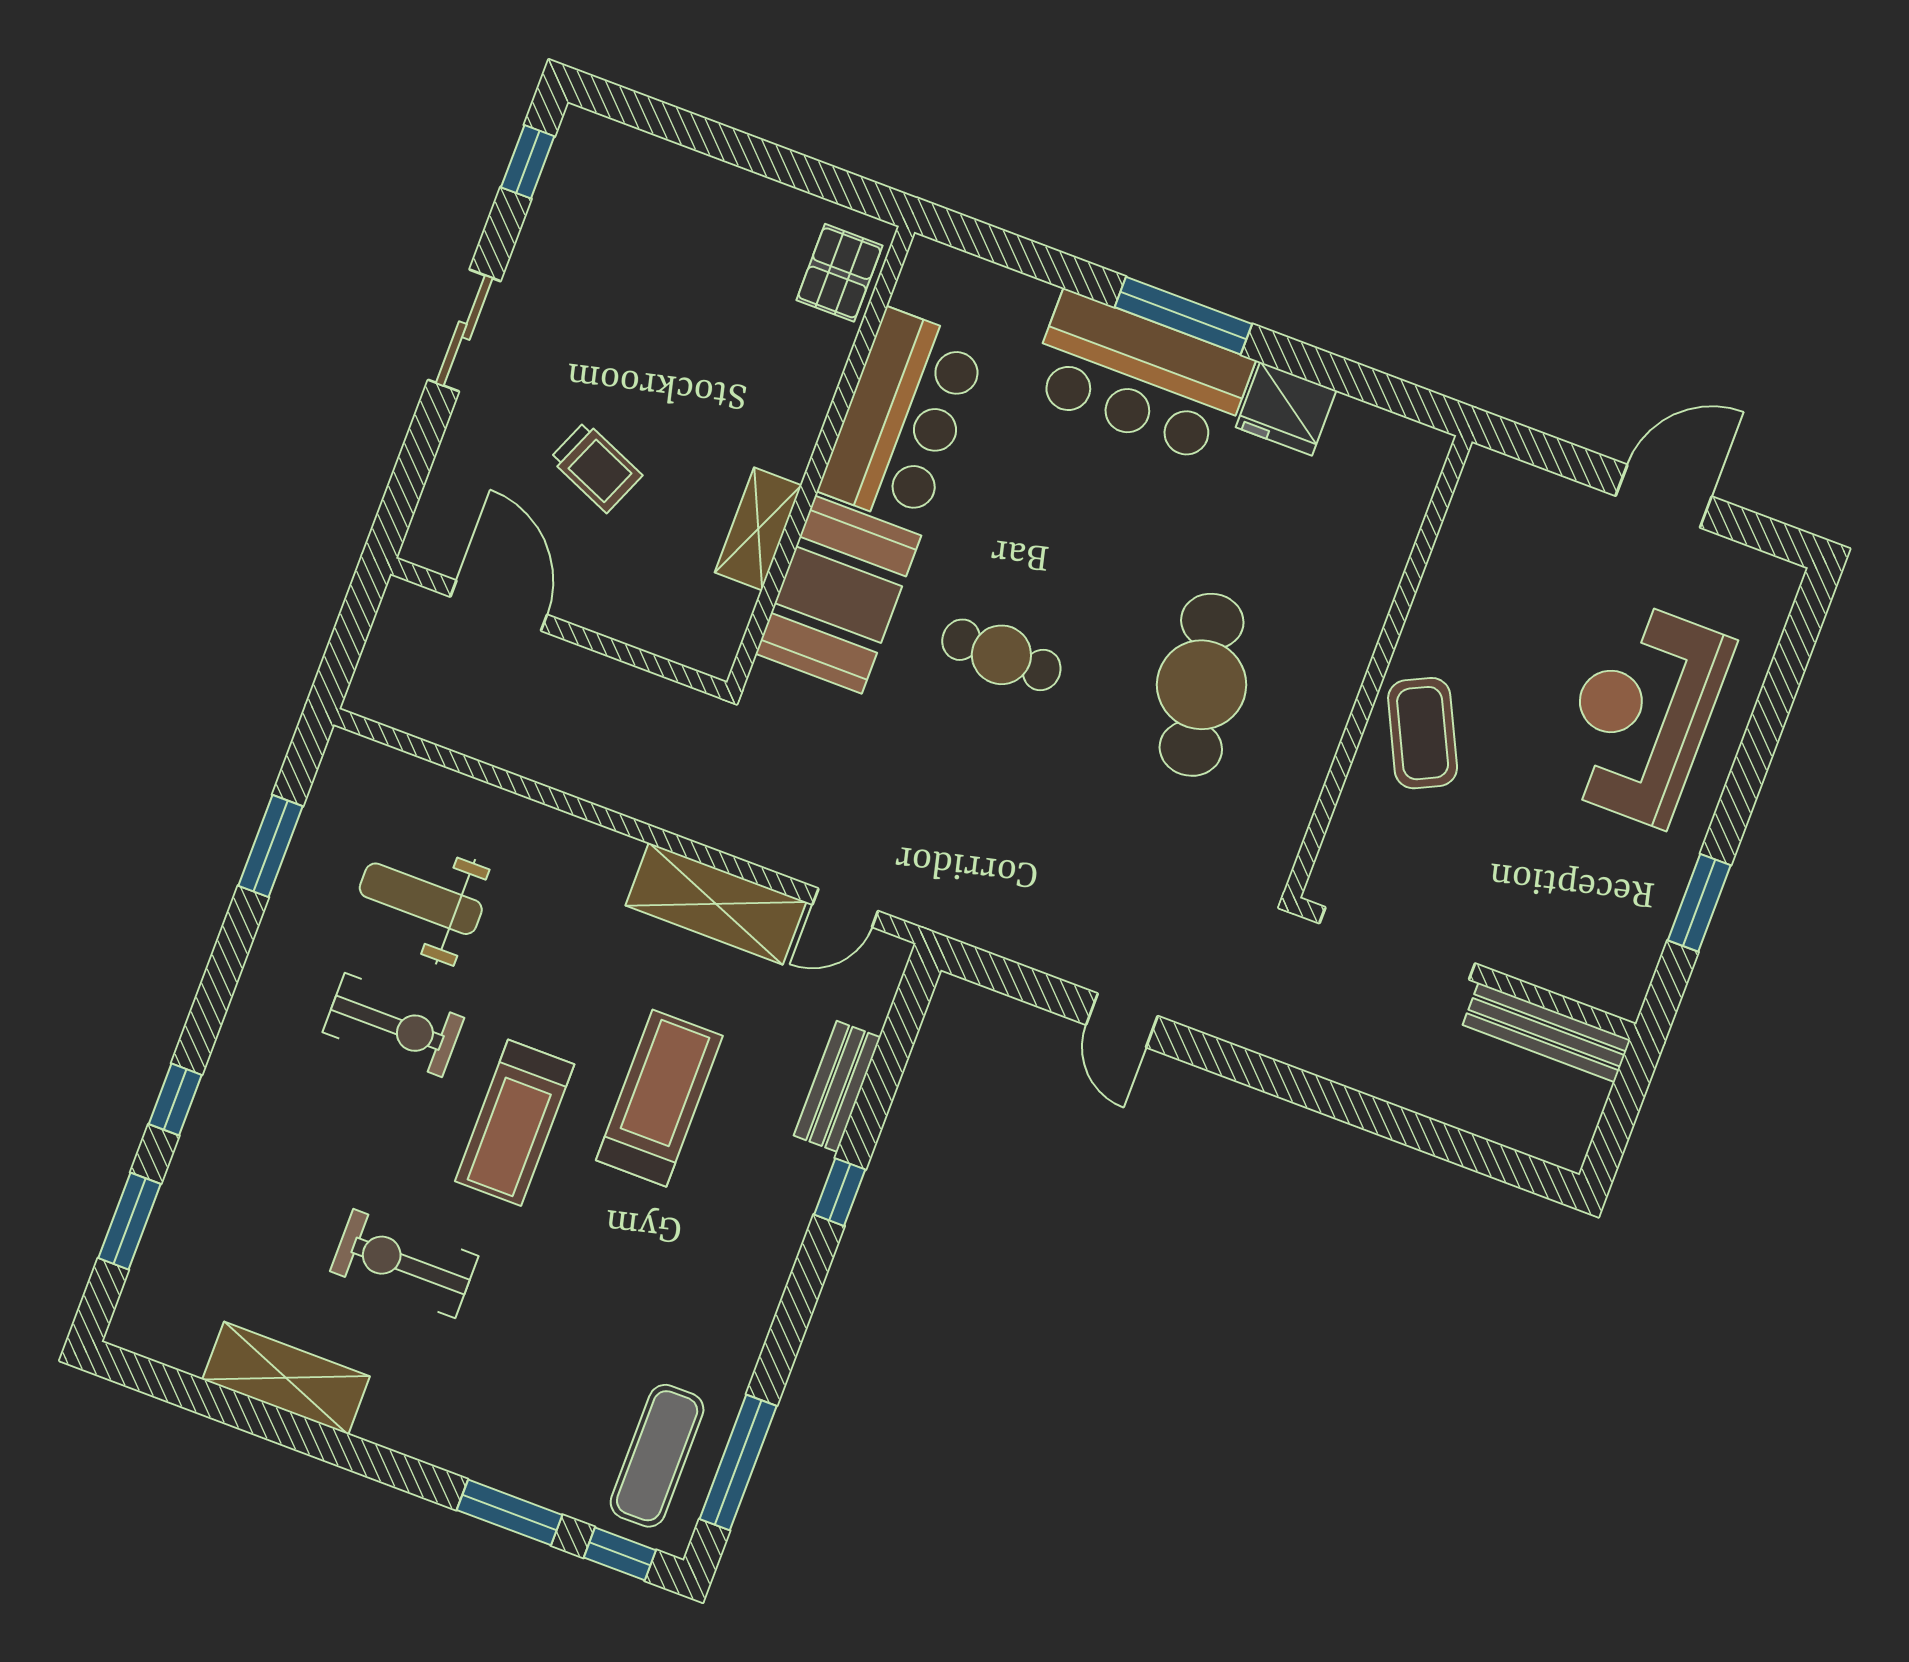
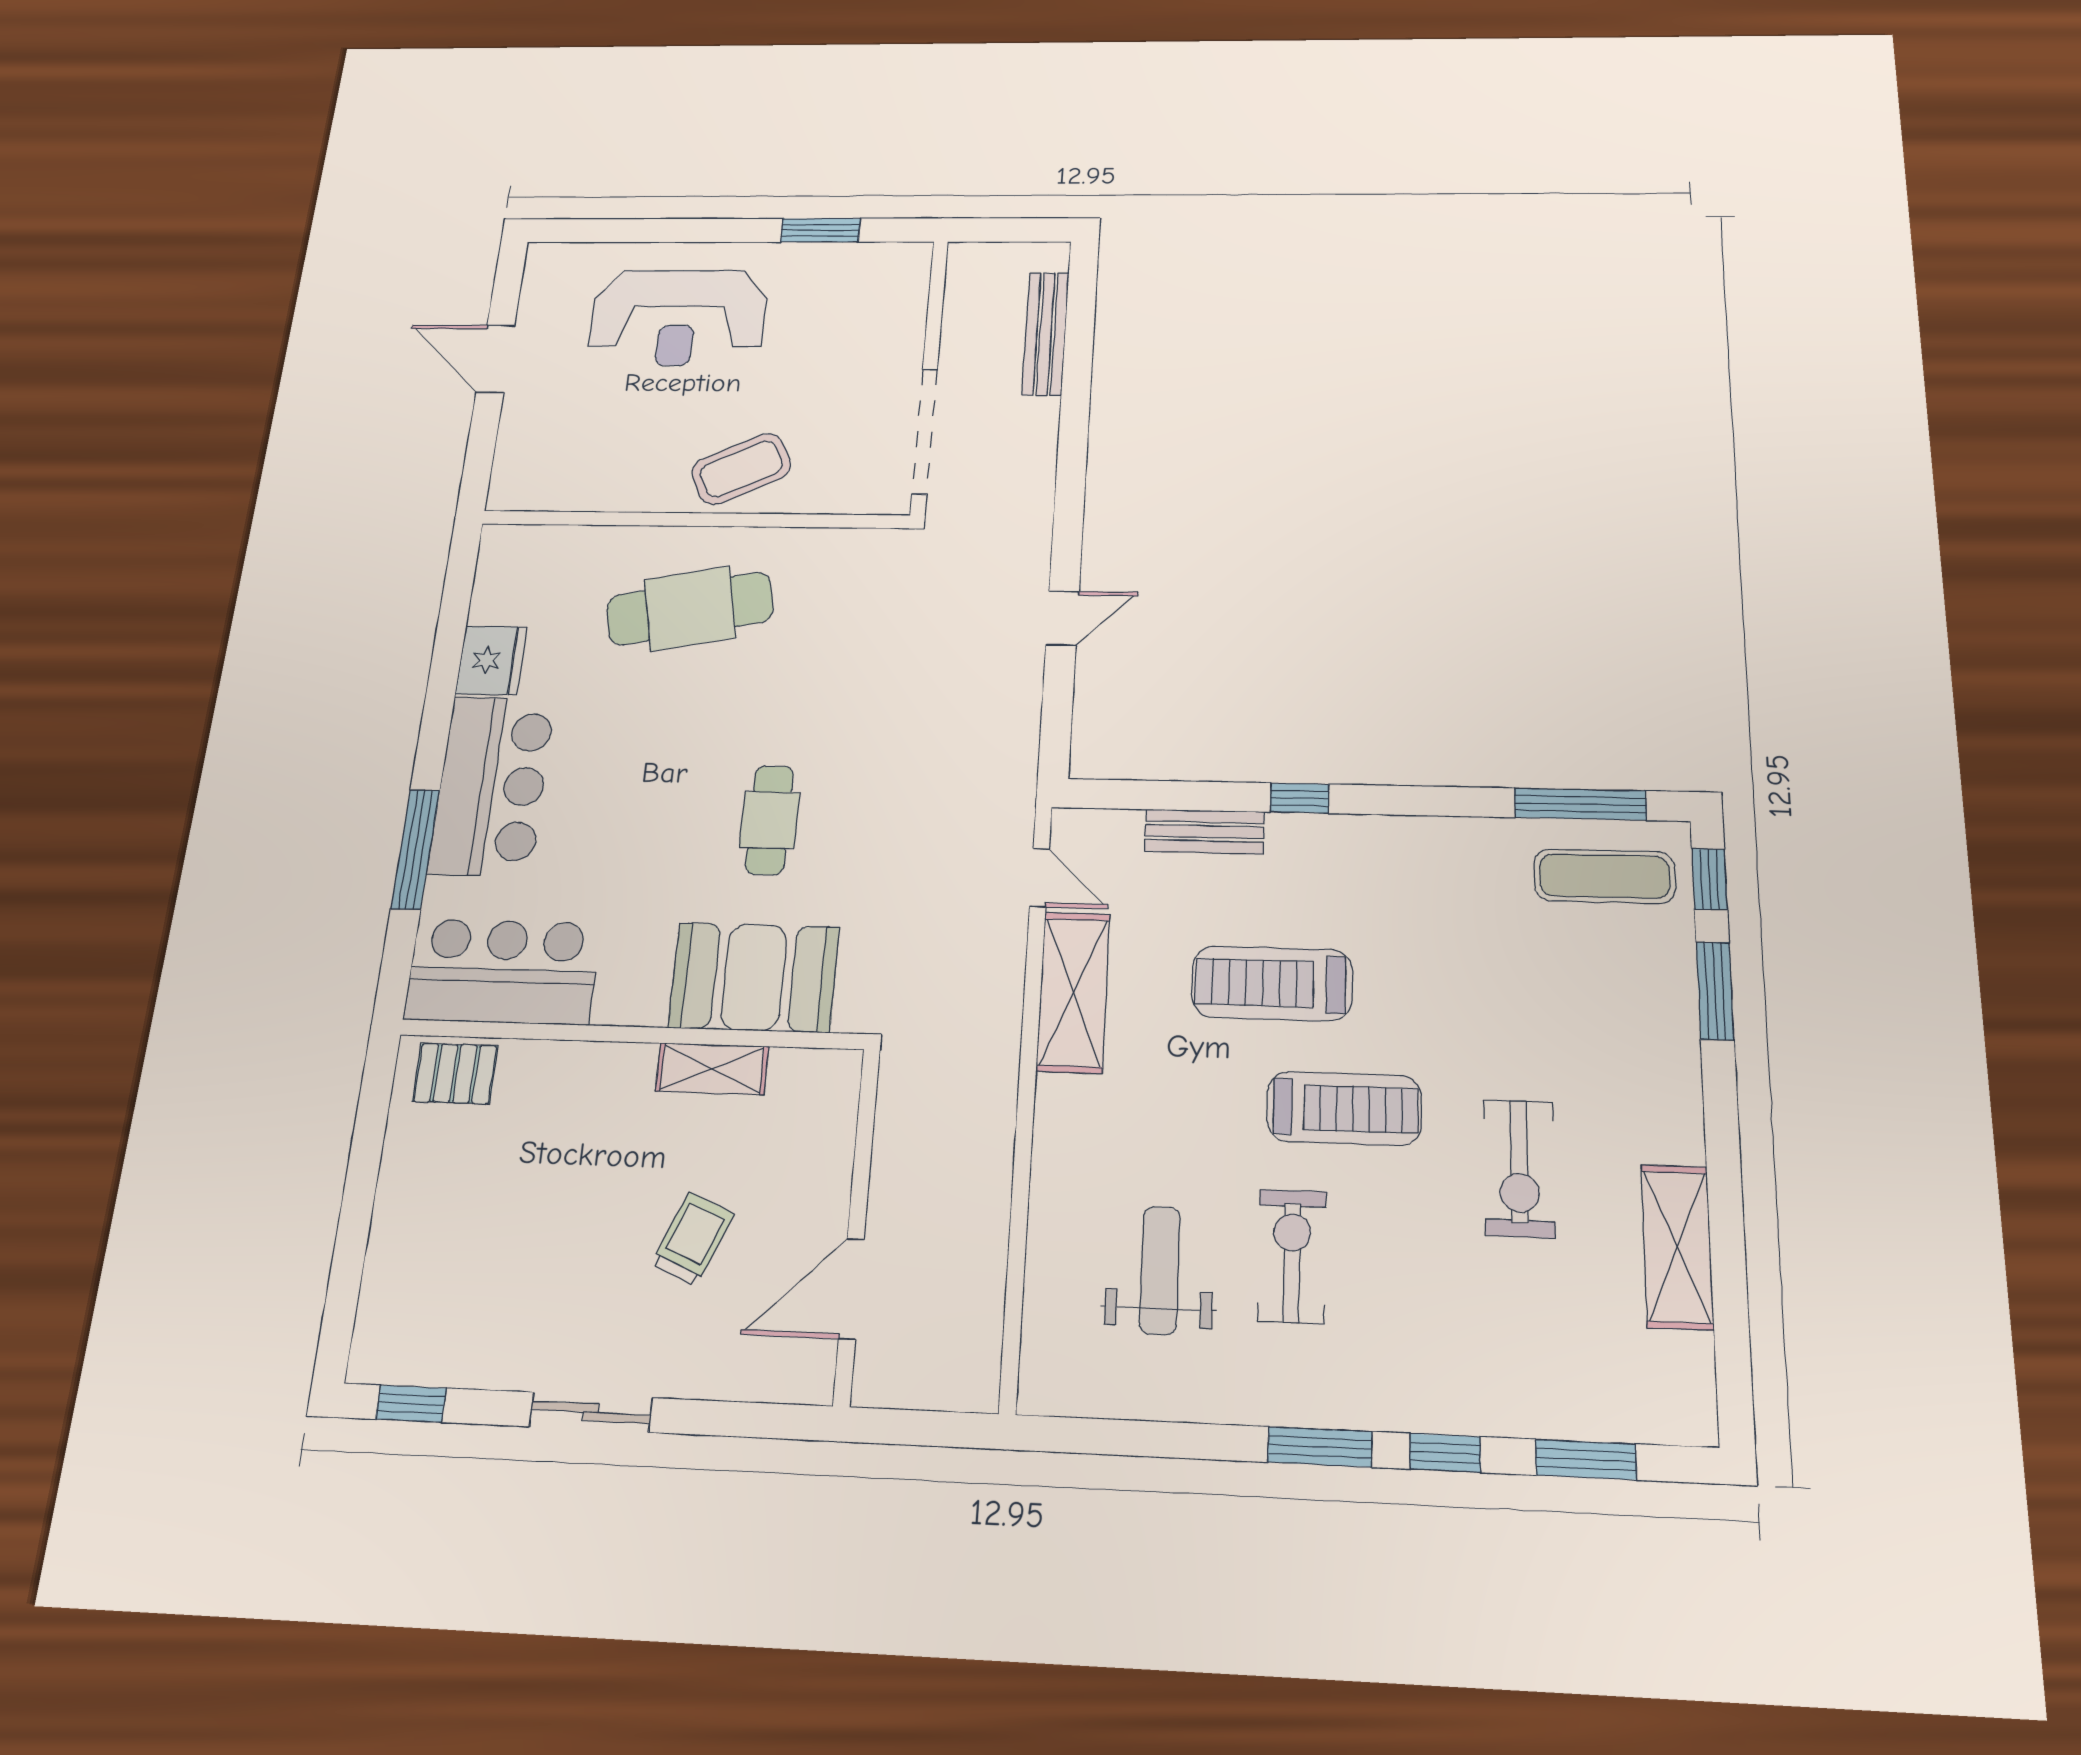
window: (1183, 316) -> (415, 849), moved
bar counter: (903, 418) -> (503, 971), moved
cafe table: (1202, 685) -> (690, 609), moved
window: (271, 846) -> (1320, 1447), moved
weight bench: (421, 899) -> (1160, 1270), turned 180
bench: (1547, 1032) -> (1046, 334), moved

